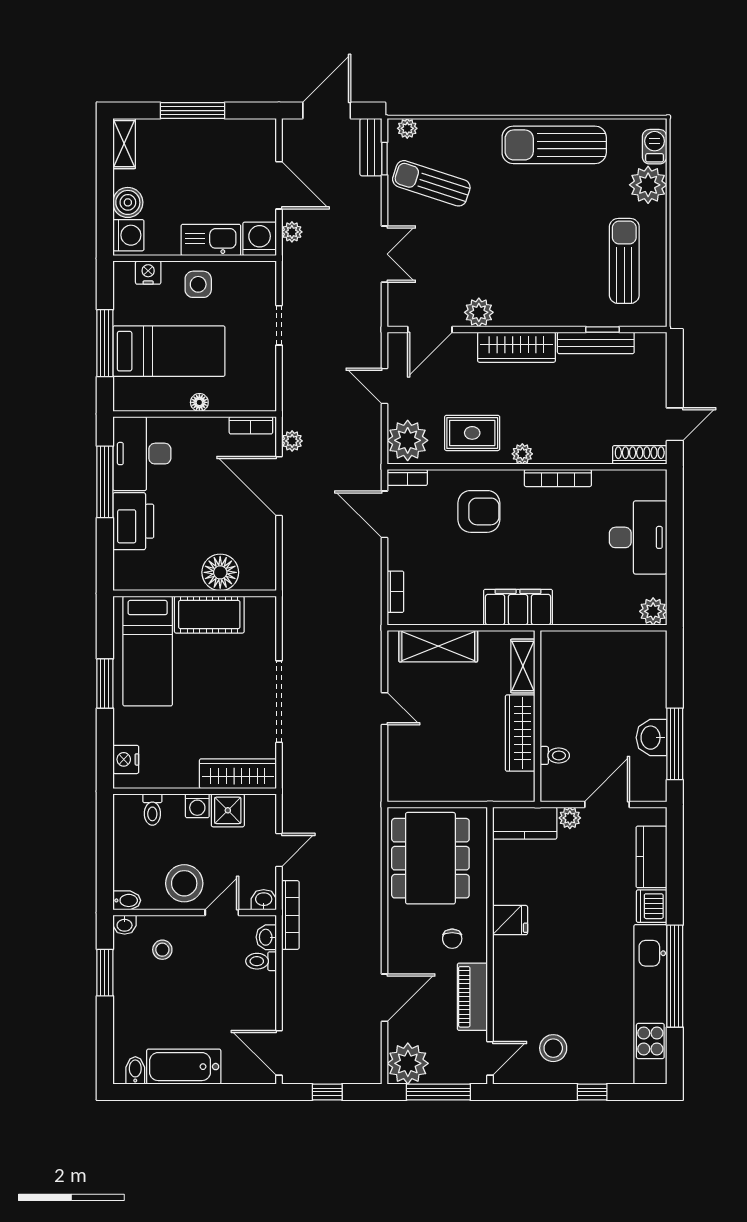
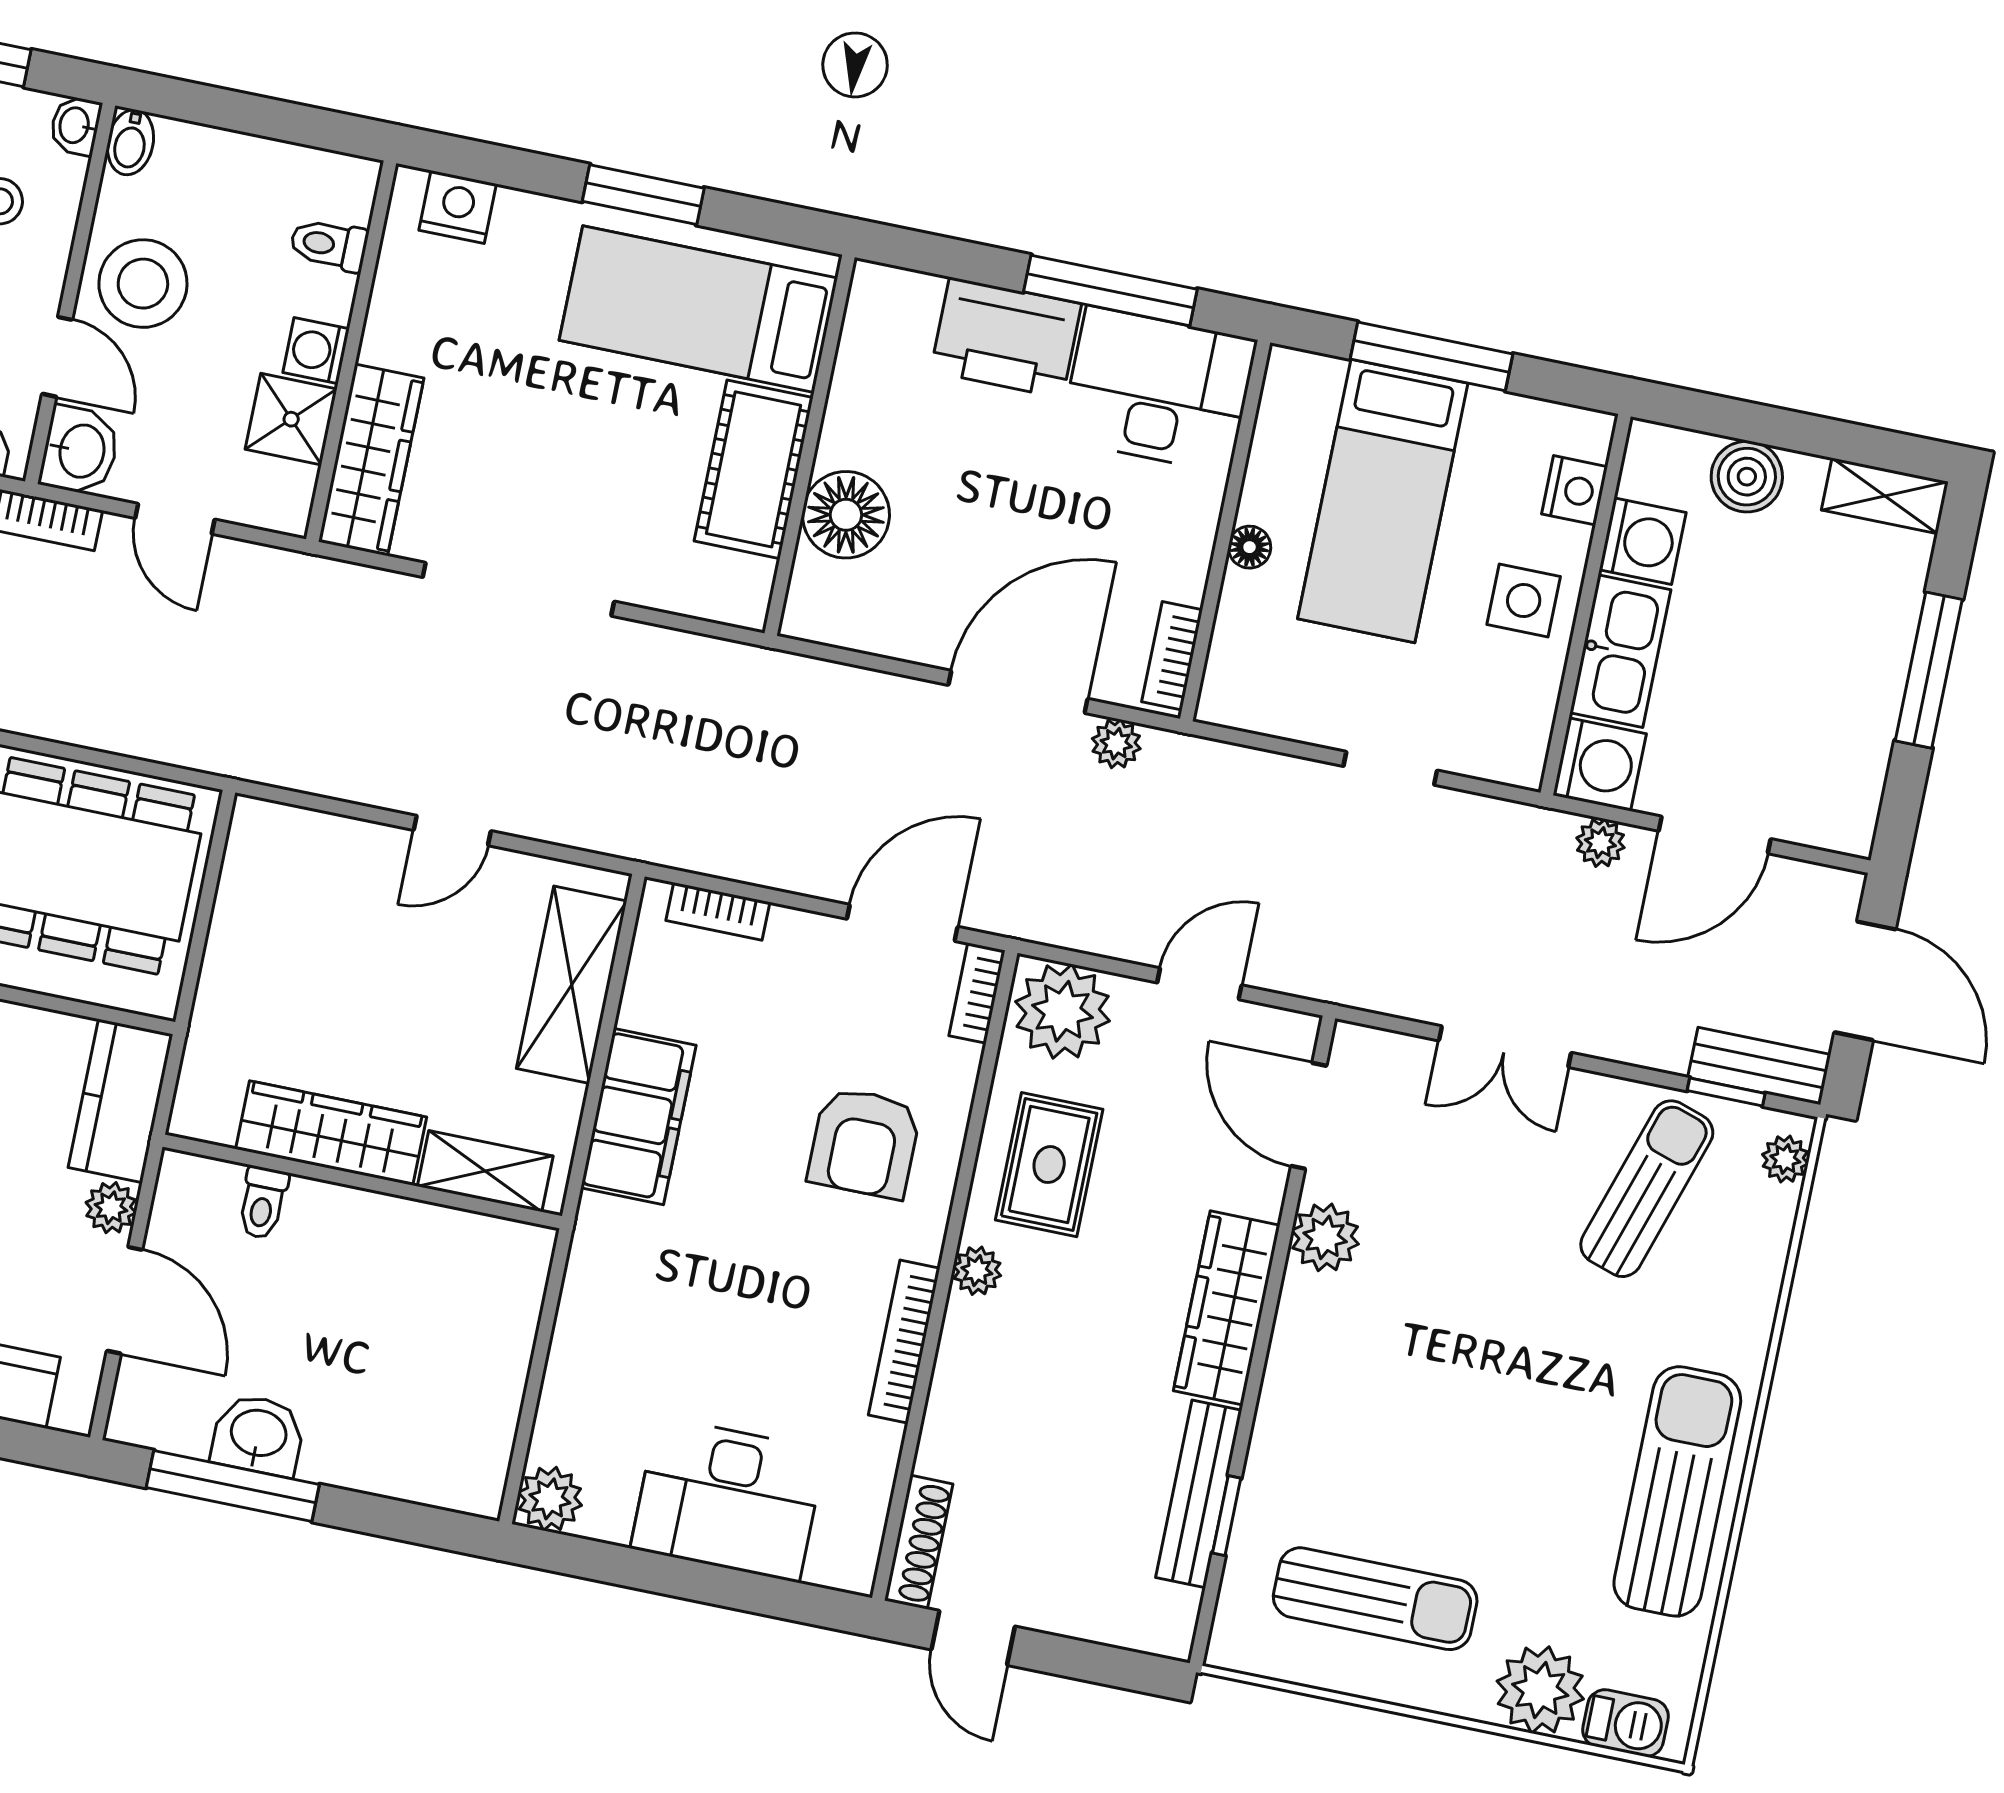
washing machine: (128, 235) -> (1643, 541), moved, turned -90
filing cabinet: (518, 607) -> (638, 1117), moved
washbasin: (264, 900) -> (80, 451), width x1.38, depth x1.45

